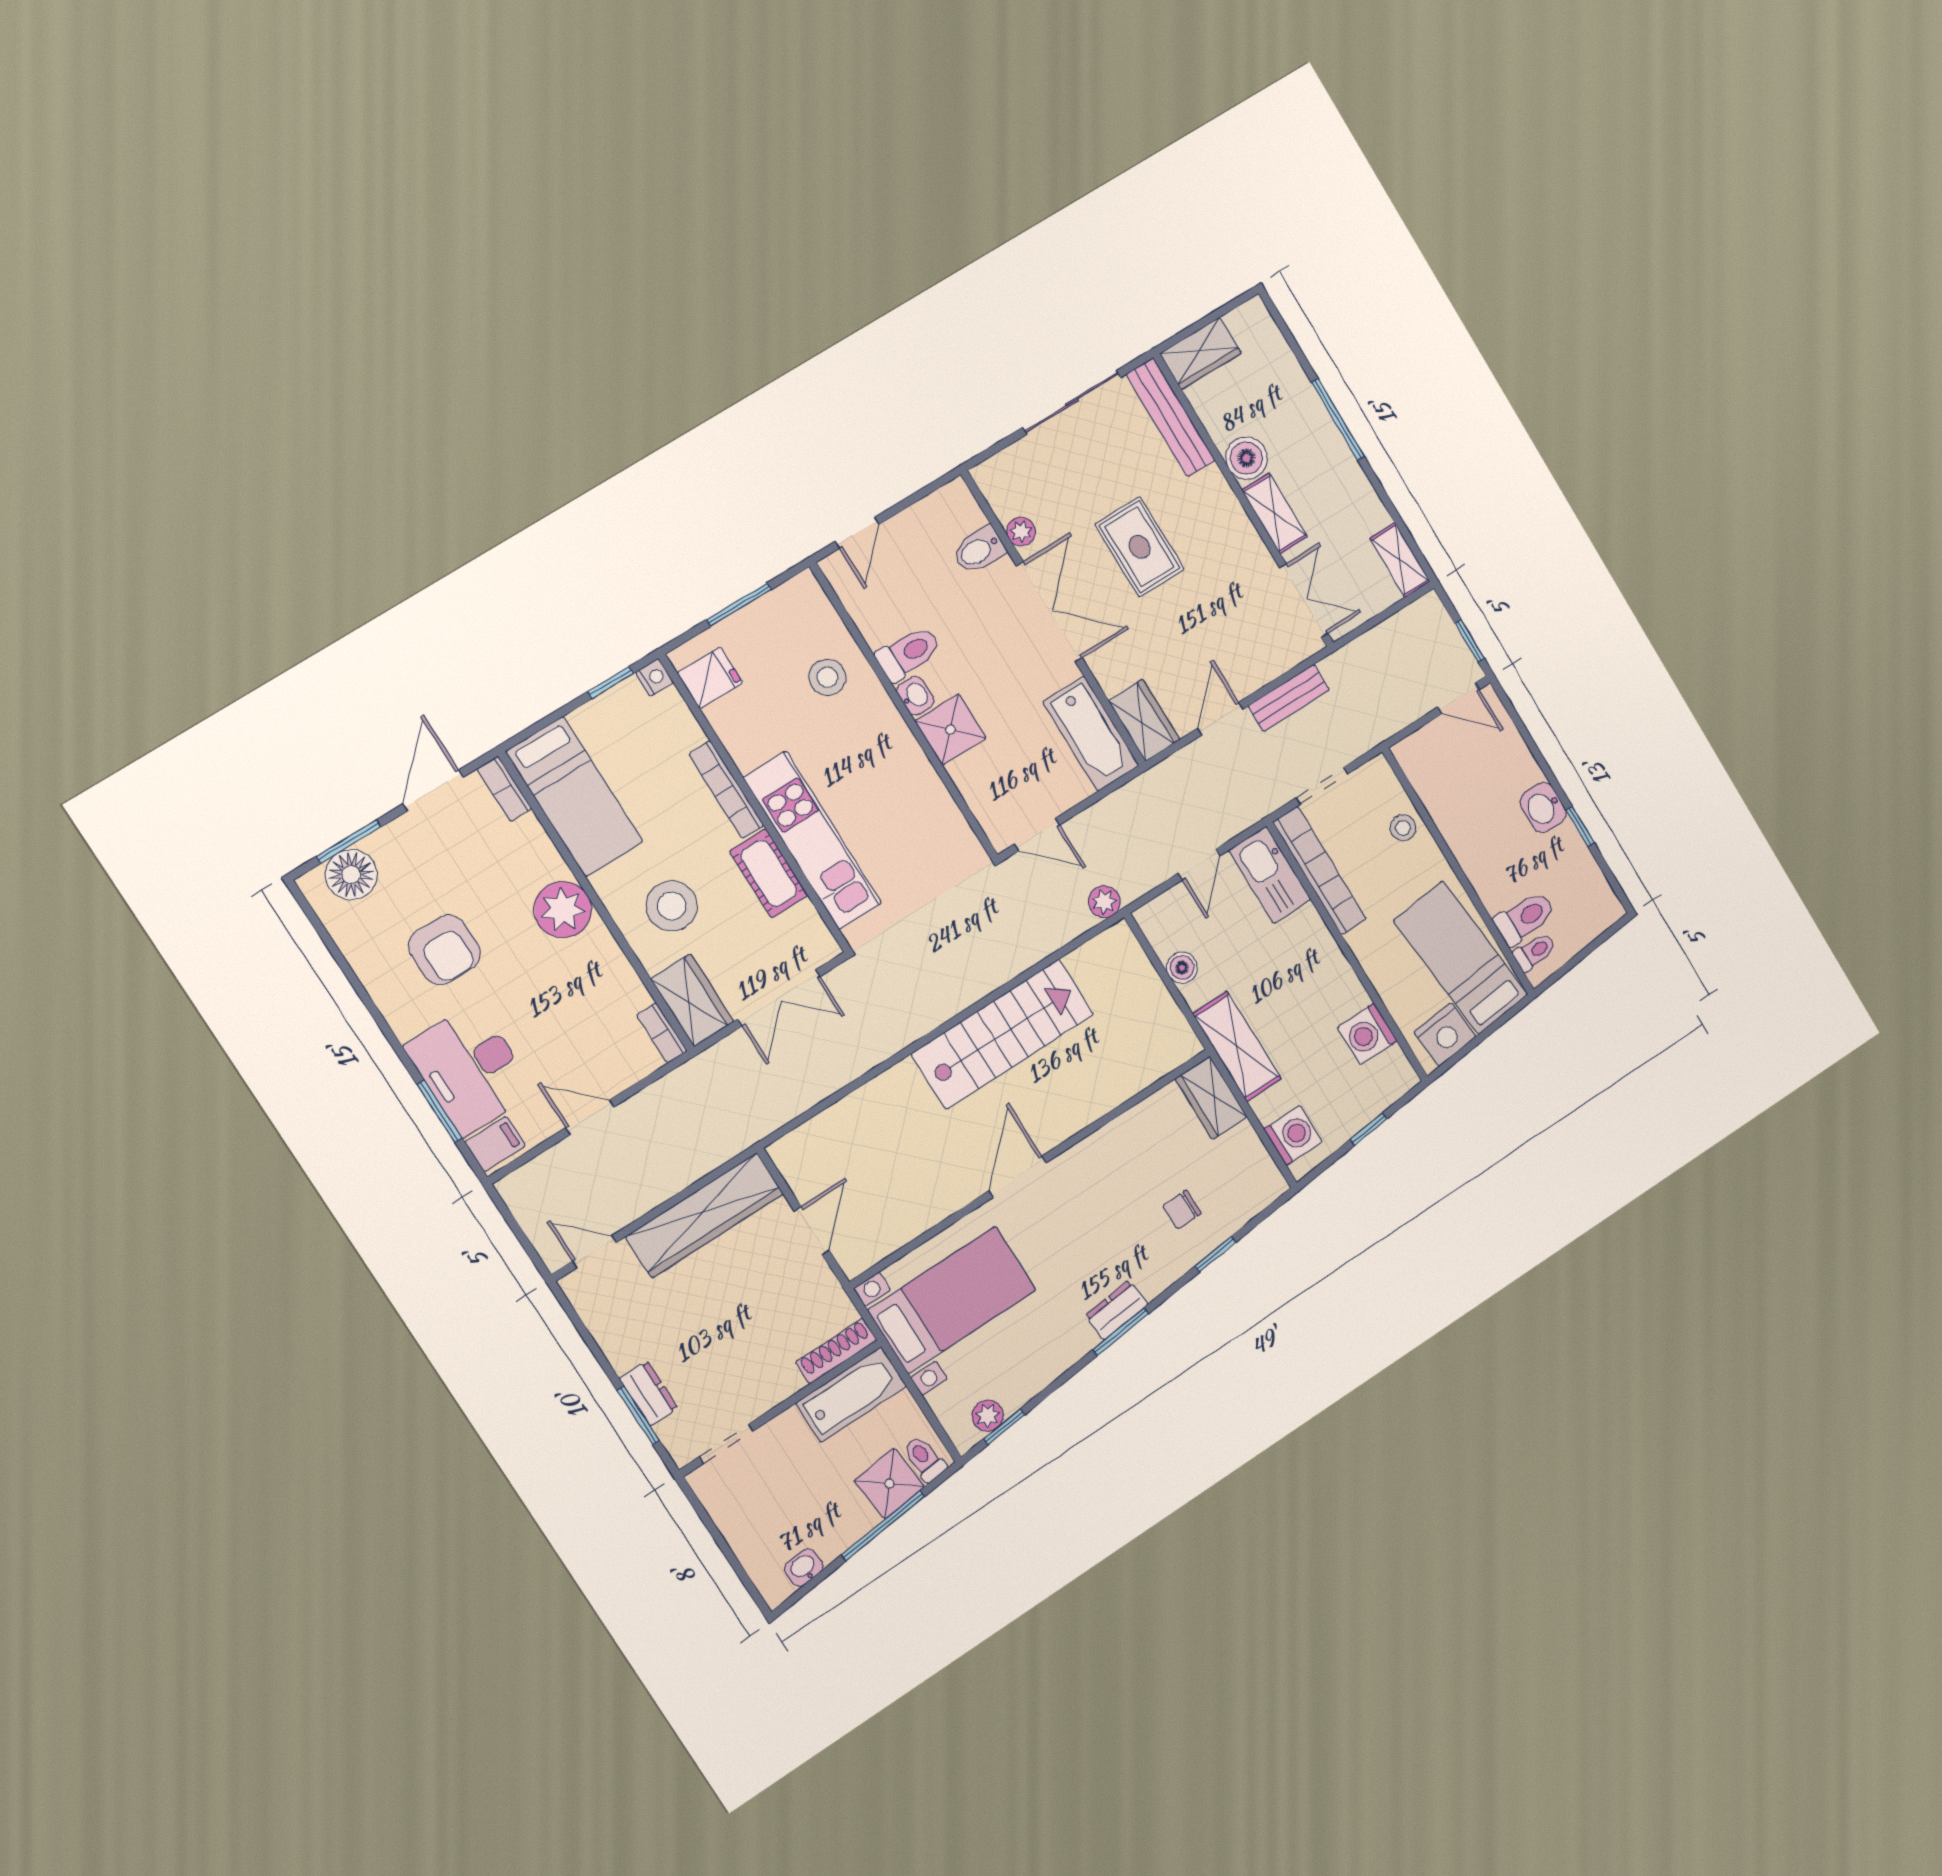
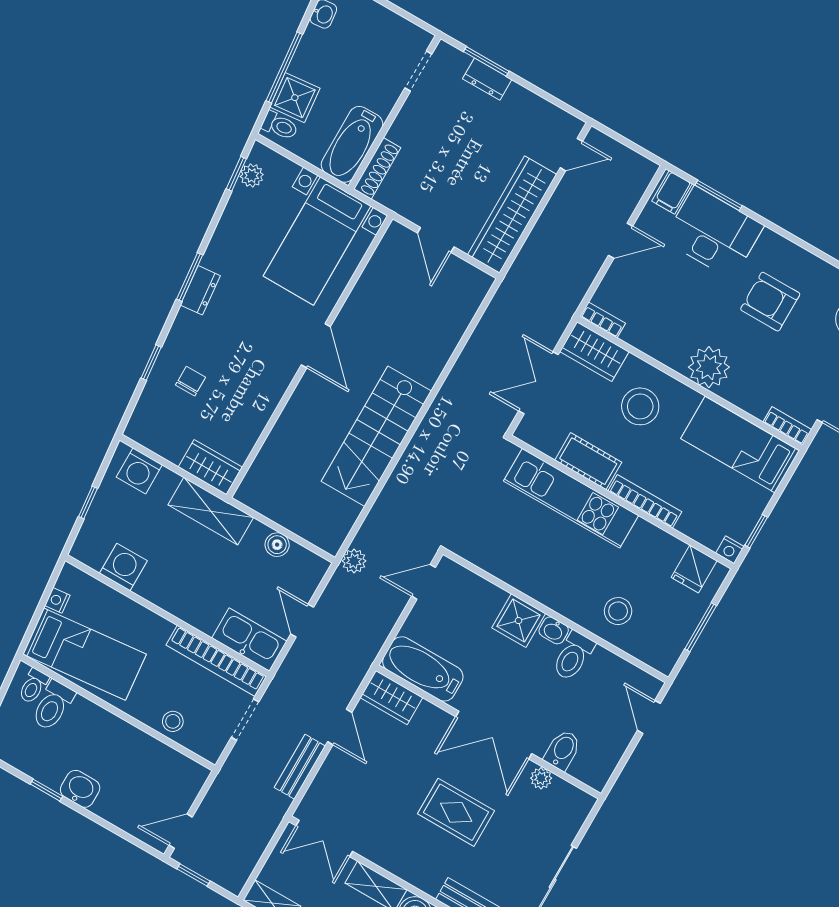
nightstand: (1445, 1034) -> (57, 600), width x0.53, depth x0.56

